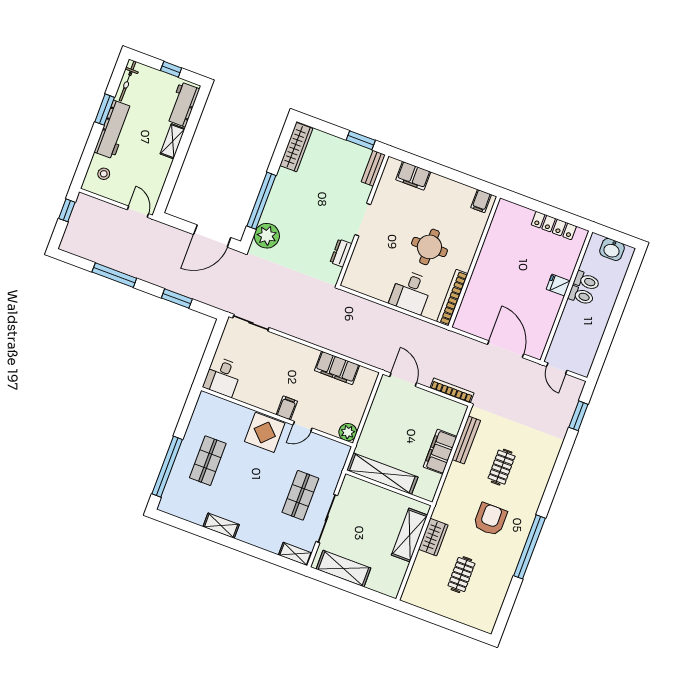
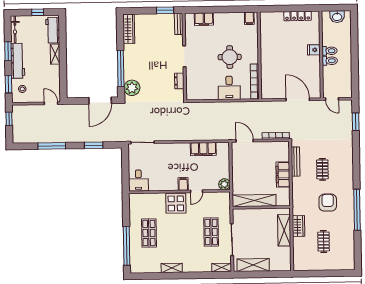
window: (86, 159) -> (9, 84), added
toilet: (587, 281) -> (330, 61), moved

